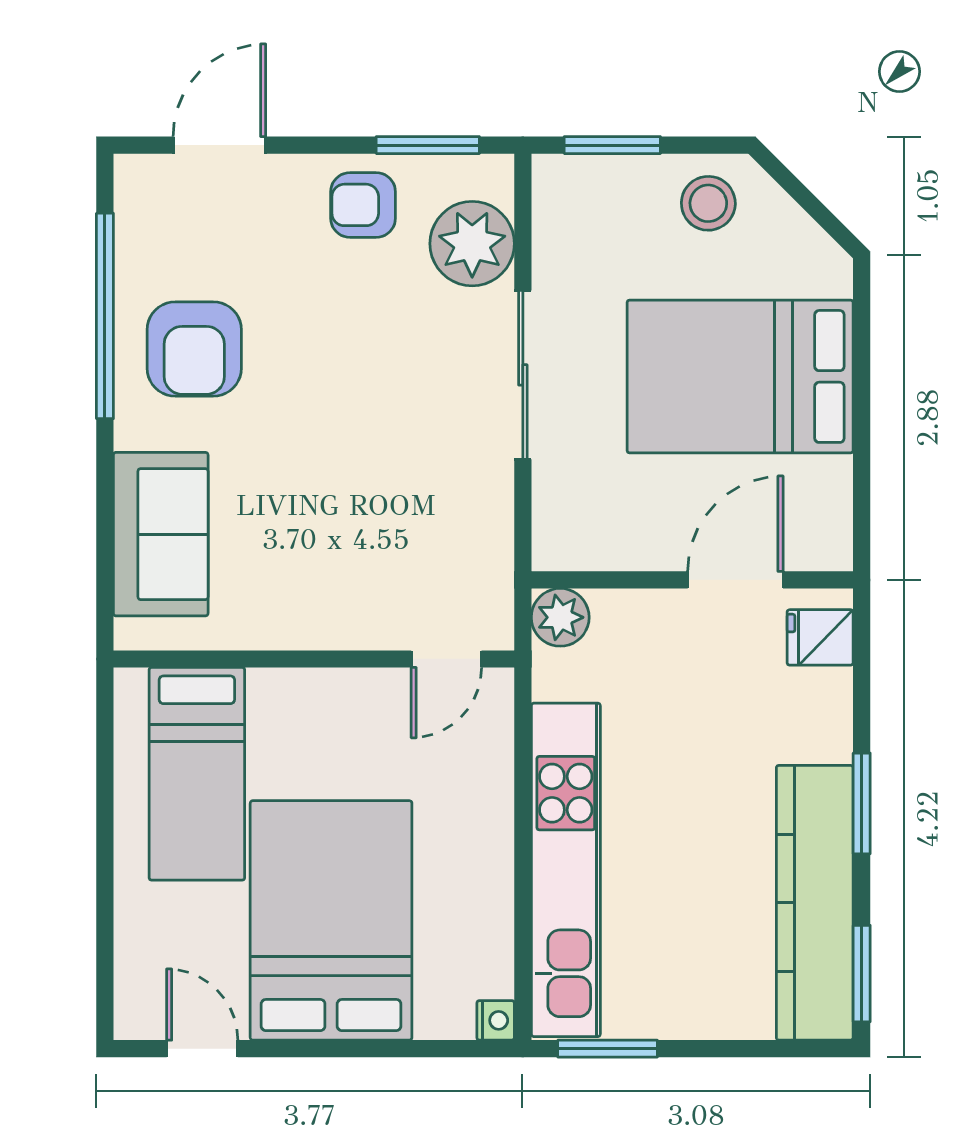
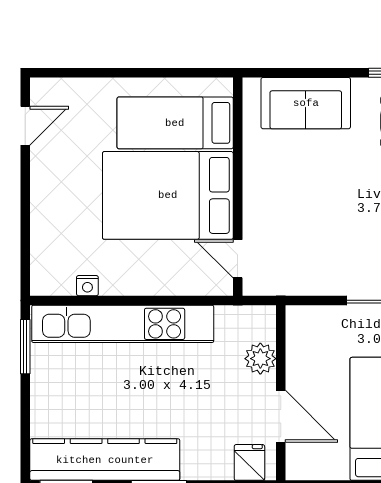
plant: (560, 617) -> (260, 359), moved
bed: (331, 920) -> (168, 195), moved, turned 180
nightstand: (496, 1020) -> (87, 286), moved

